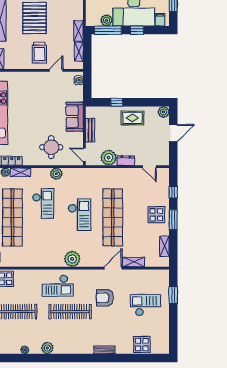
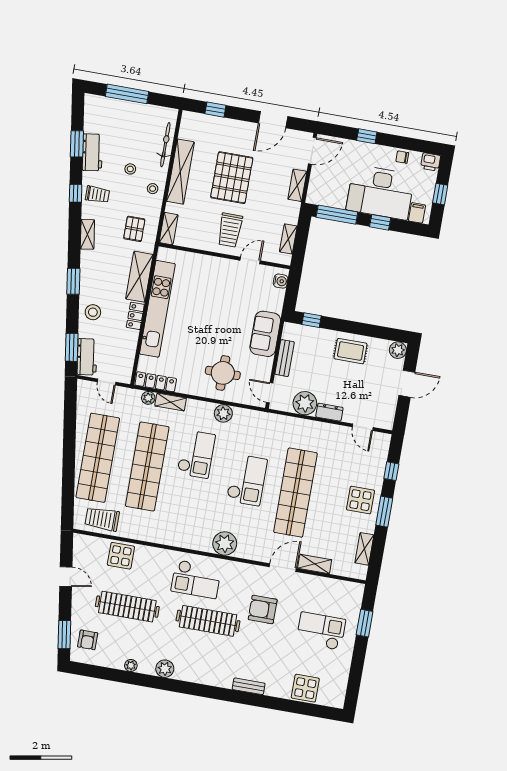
plant: (106, 20) -> (337, 200), removed
shelving: (78, 31) -> (297, 185), moved
window: (117, 102) -> (312, 320), moved

